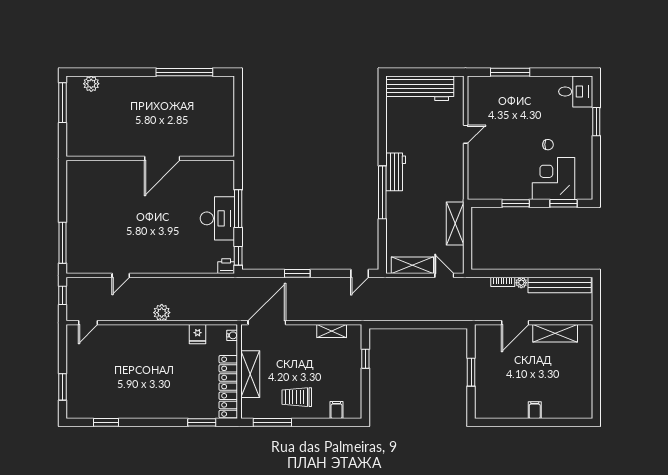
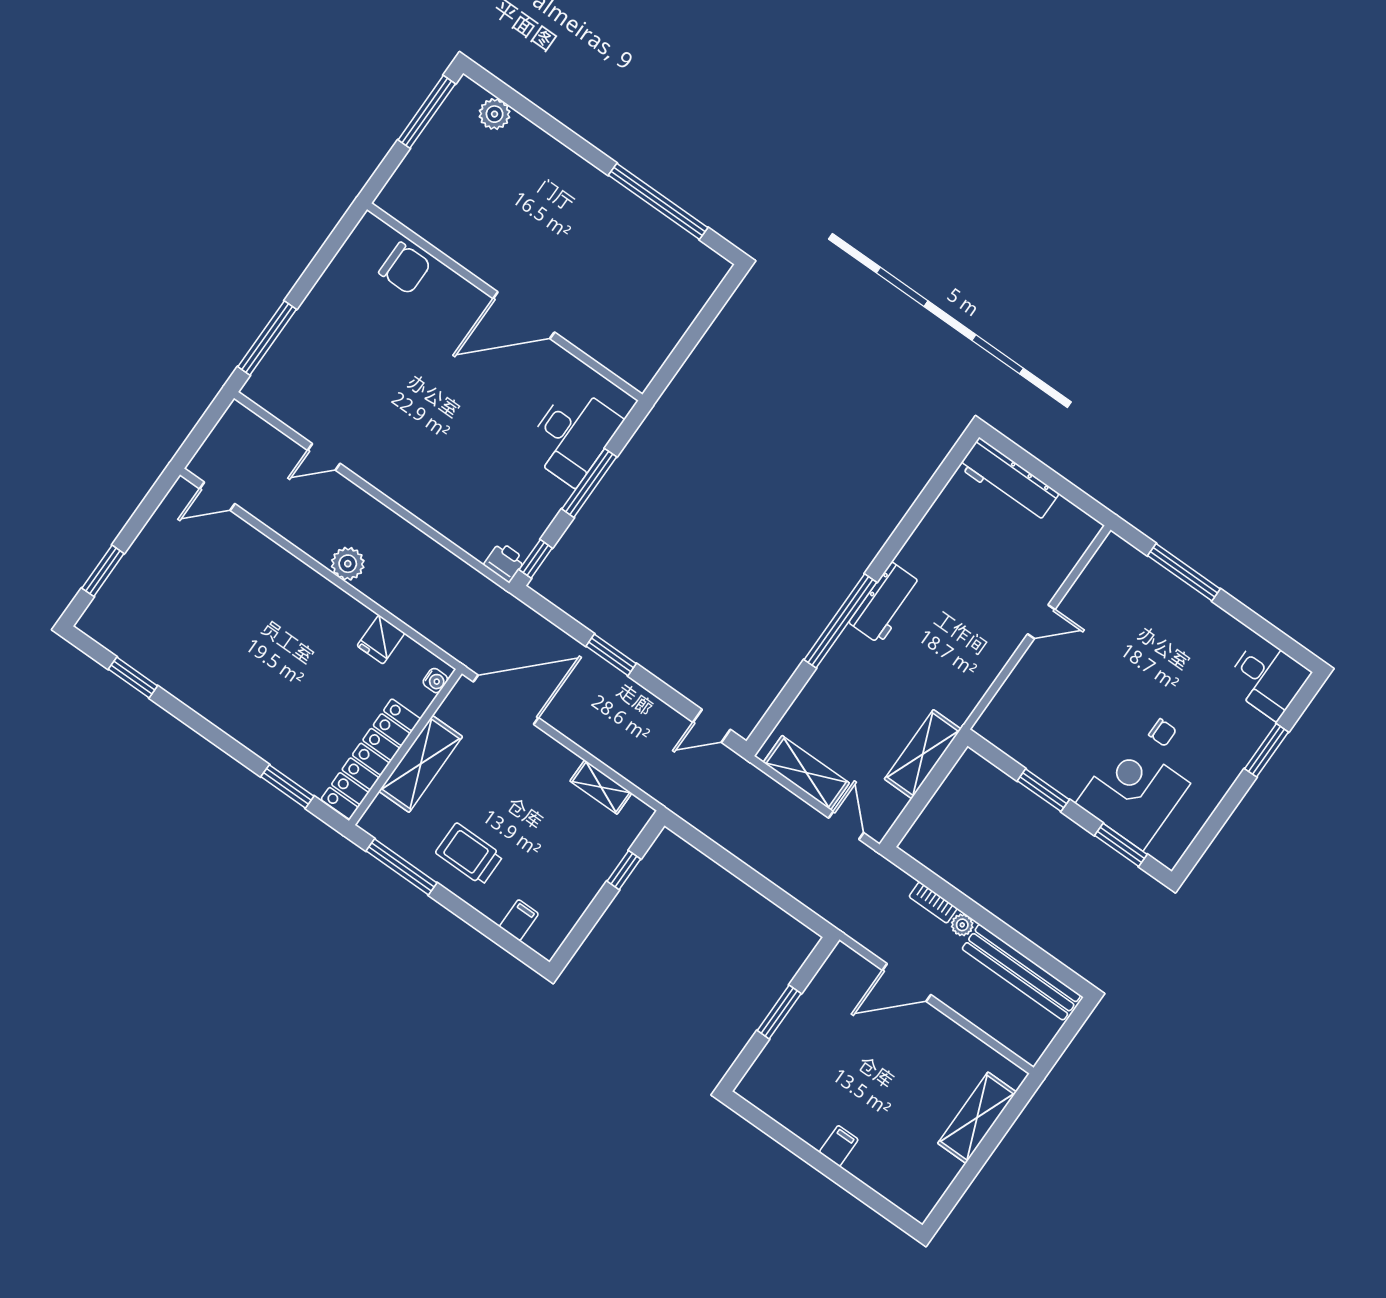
workbench: (420, 88) -> (1009, 480), width x0.73, depth x0.76
chair: (99, 174) -> (405, 268), added
desk: (217, 218) -> (573, 435), moved
window: (63, 295) -> (207, 423), removed
shelving: (555, 333) -> (977, 1118), moved, turned 90

